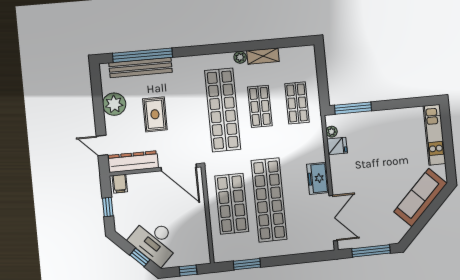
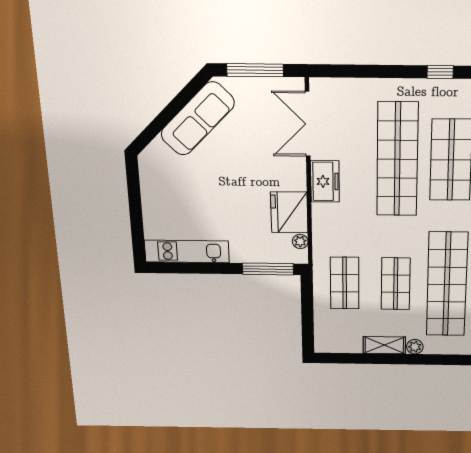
kitchen unit: (435, 135) -> (187, 251), moved, turned -90
fridge: (337, 146) -> (289, 212), width x1.88, depth x1.34
sofa: (420, 197) -> (198, 119), moved
window: (247, 264) -> (440, 72), width x0.67

